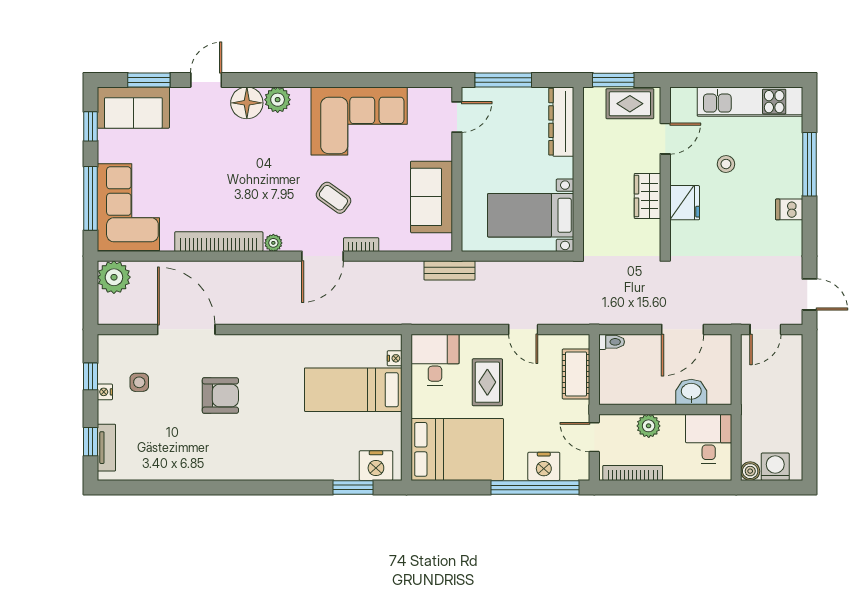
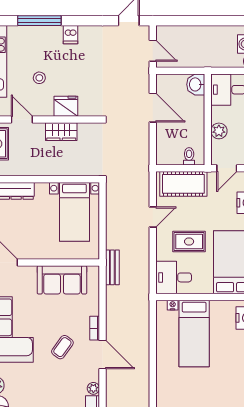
toilet: (612, 342) -> (189, 156), moved
cot: (576, 374) -> (183, 184), width x1.37, depth x1.34
washbasin: (691, 392) -> (196, 84), moved

